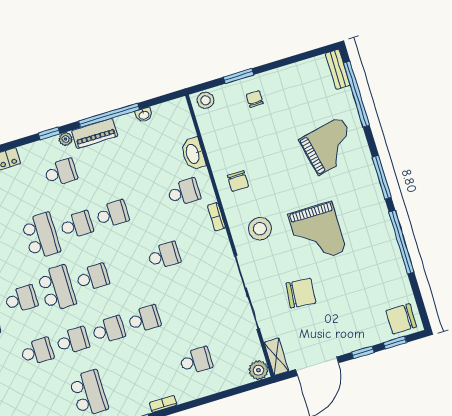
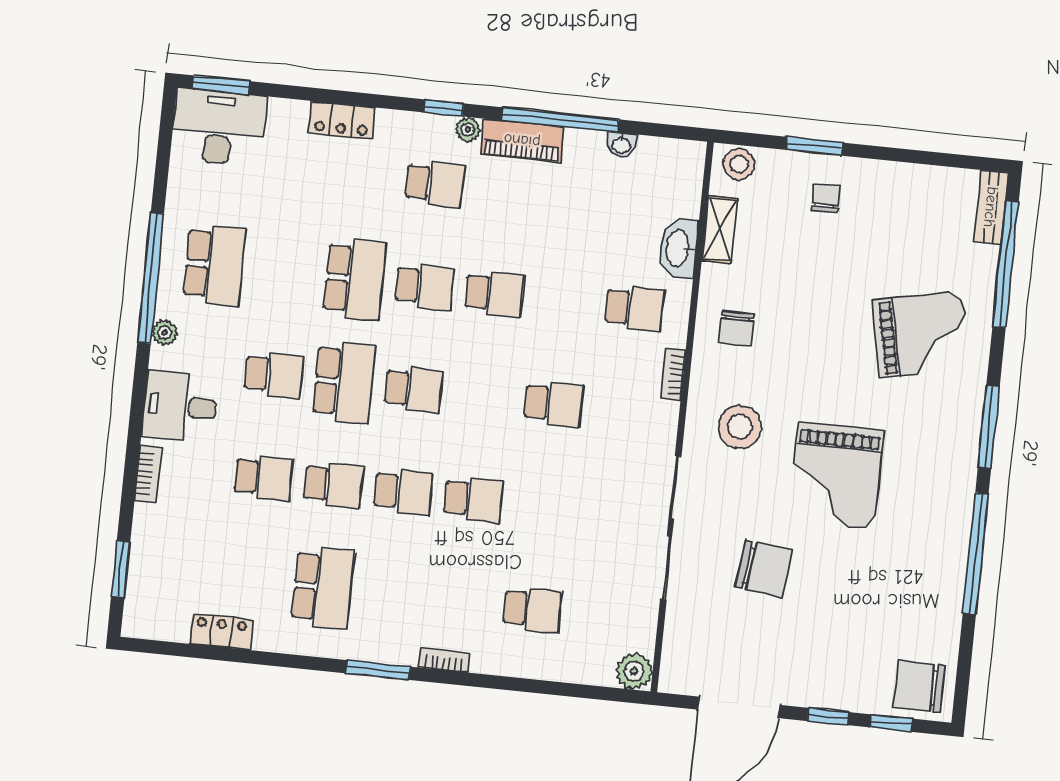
shelving: (276, 357) -> (720, 230), moved

